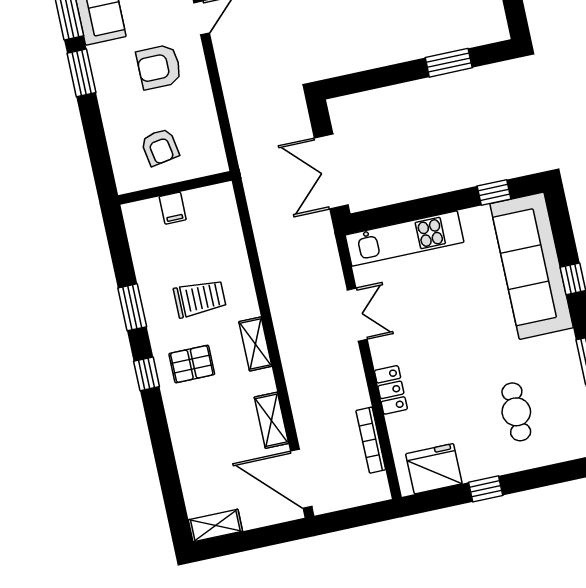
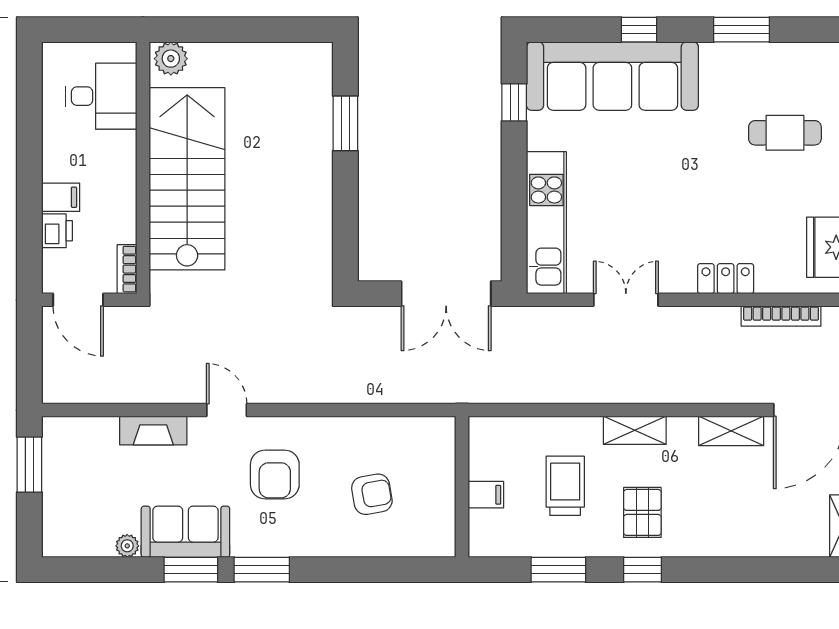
wall: (175, 188) -> (462, 487), moved
filing cabinet: (173, 208) -> (486, 495), moved

